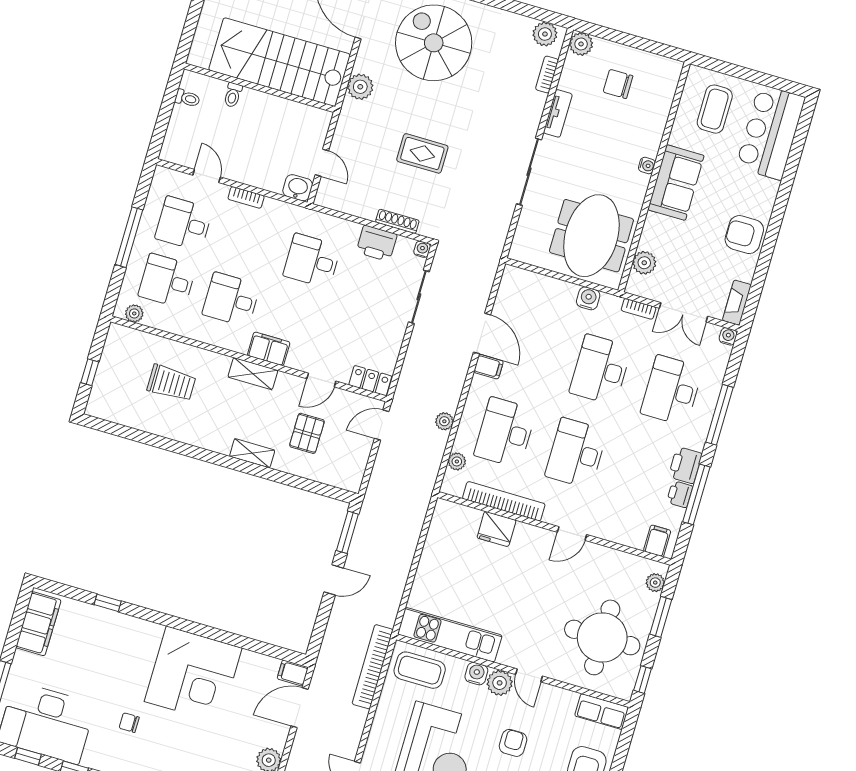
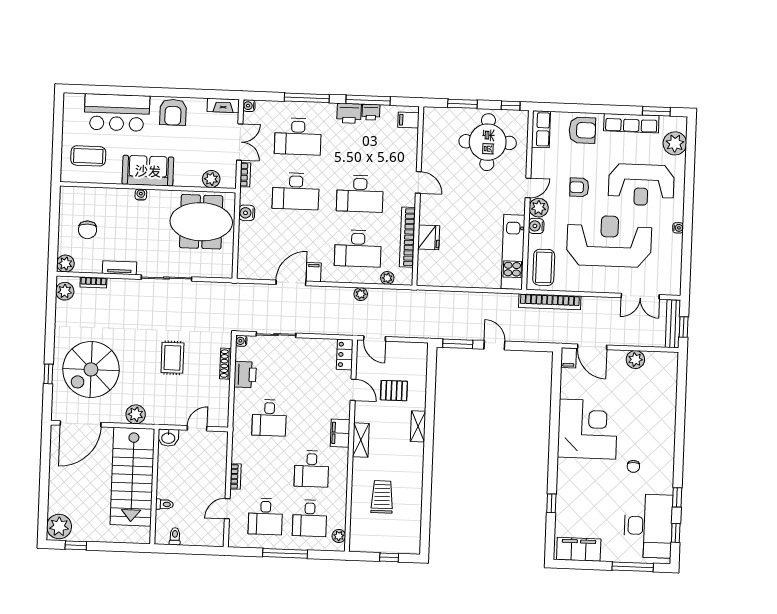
bar counter: (771, 132) -> (117, 113), moved
washbasin: (298, 188) -> (168, 438), moved, turned -90
plant: (655, 583) -> (439, 114), removed

